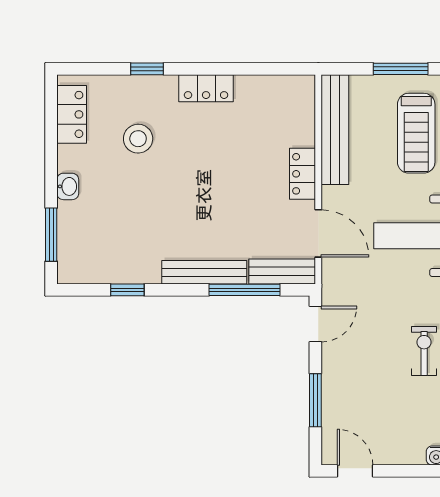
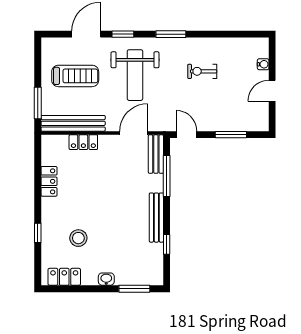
window: (401, 69) -> (38, 103), moved
locker: (206, 88) -> (49, 181), moved
locker: (303, 174) -> (83, 142), moved
bench: (204, 272) -> (156, 218), moved
door: (355, 471) -> (272, 91), moved

